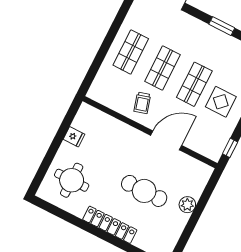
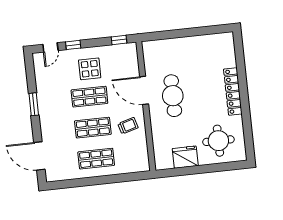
fridge: (74, 137) -> (185, 157), width x1.88, depth x1.34
cafe table: (144, 191) -> (173, 96), moved
plant: (187, 205) -> (181, 44), removed

